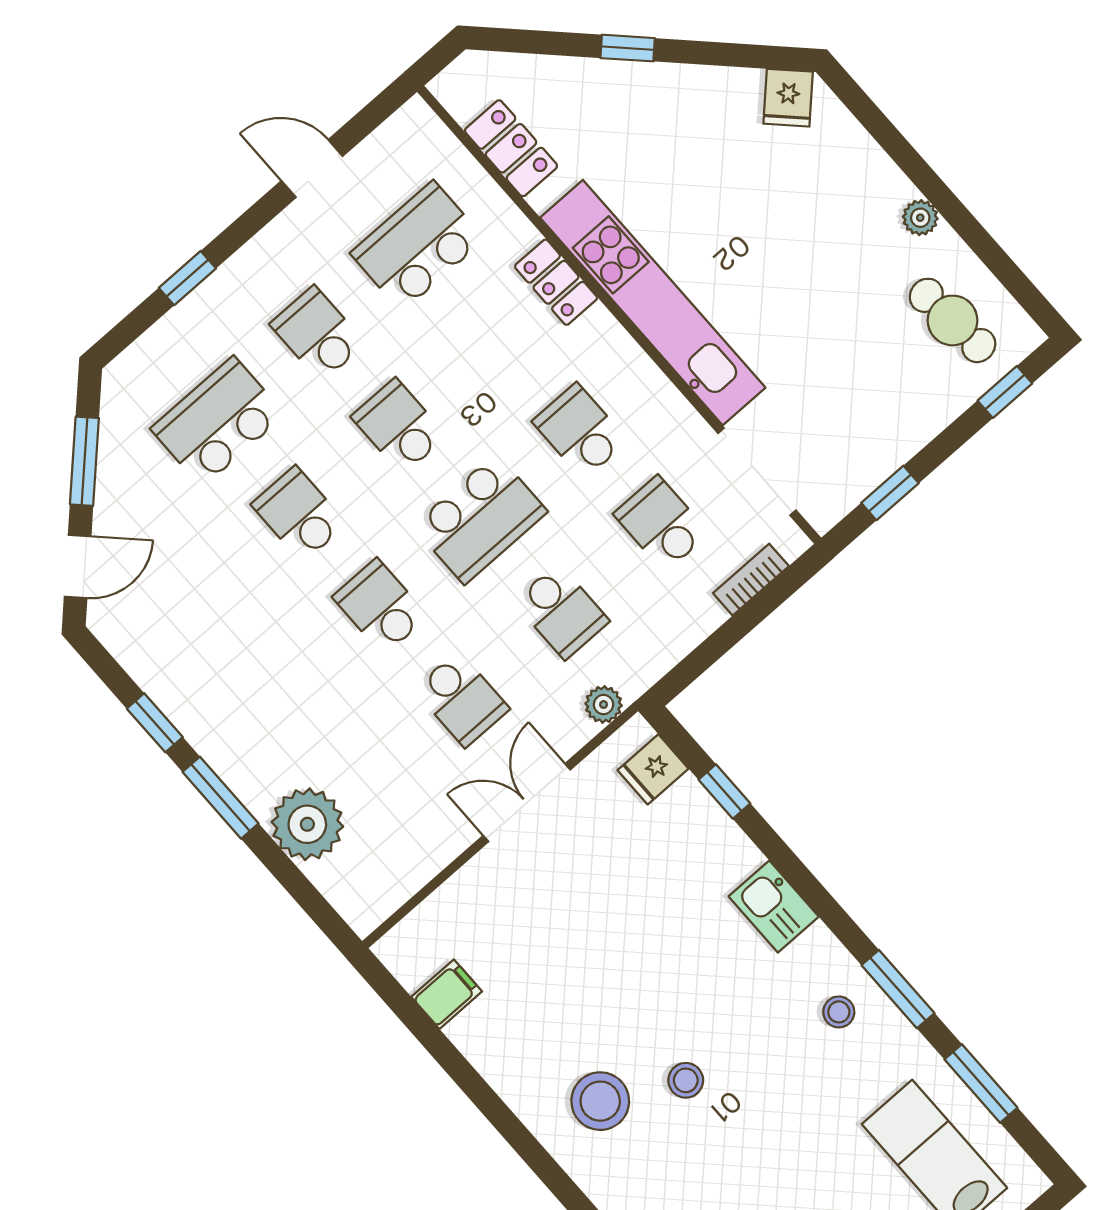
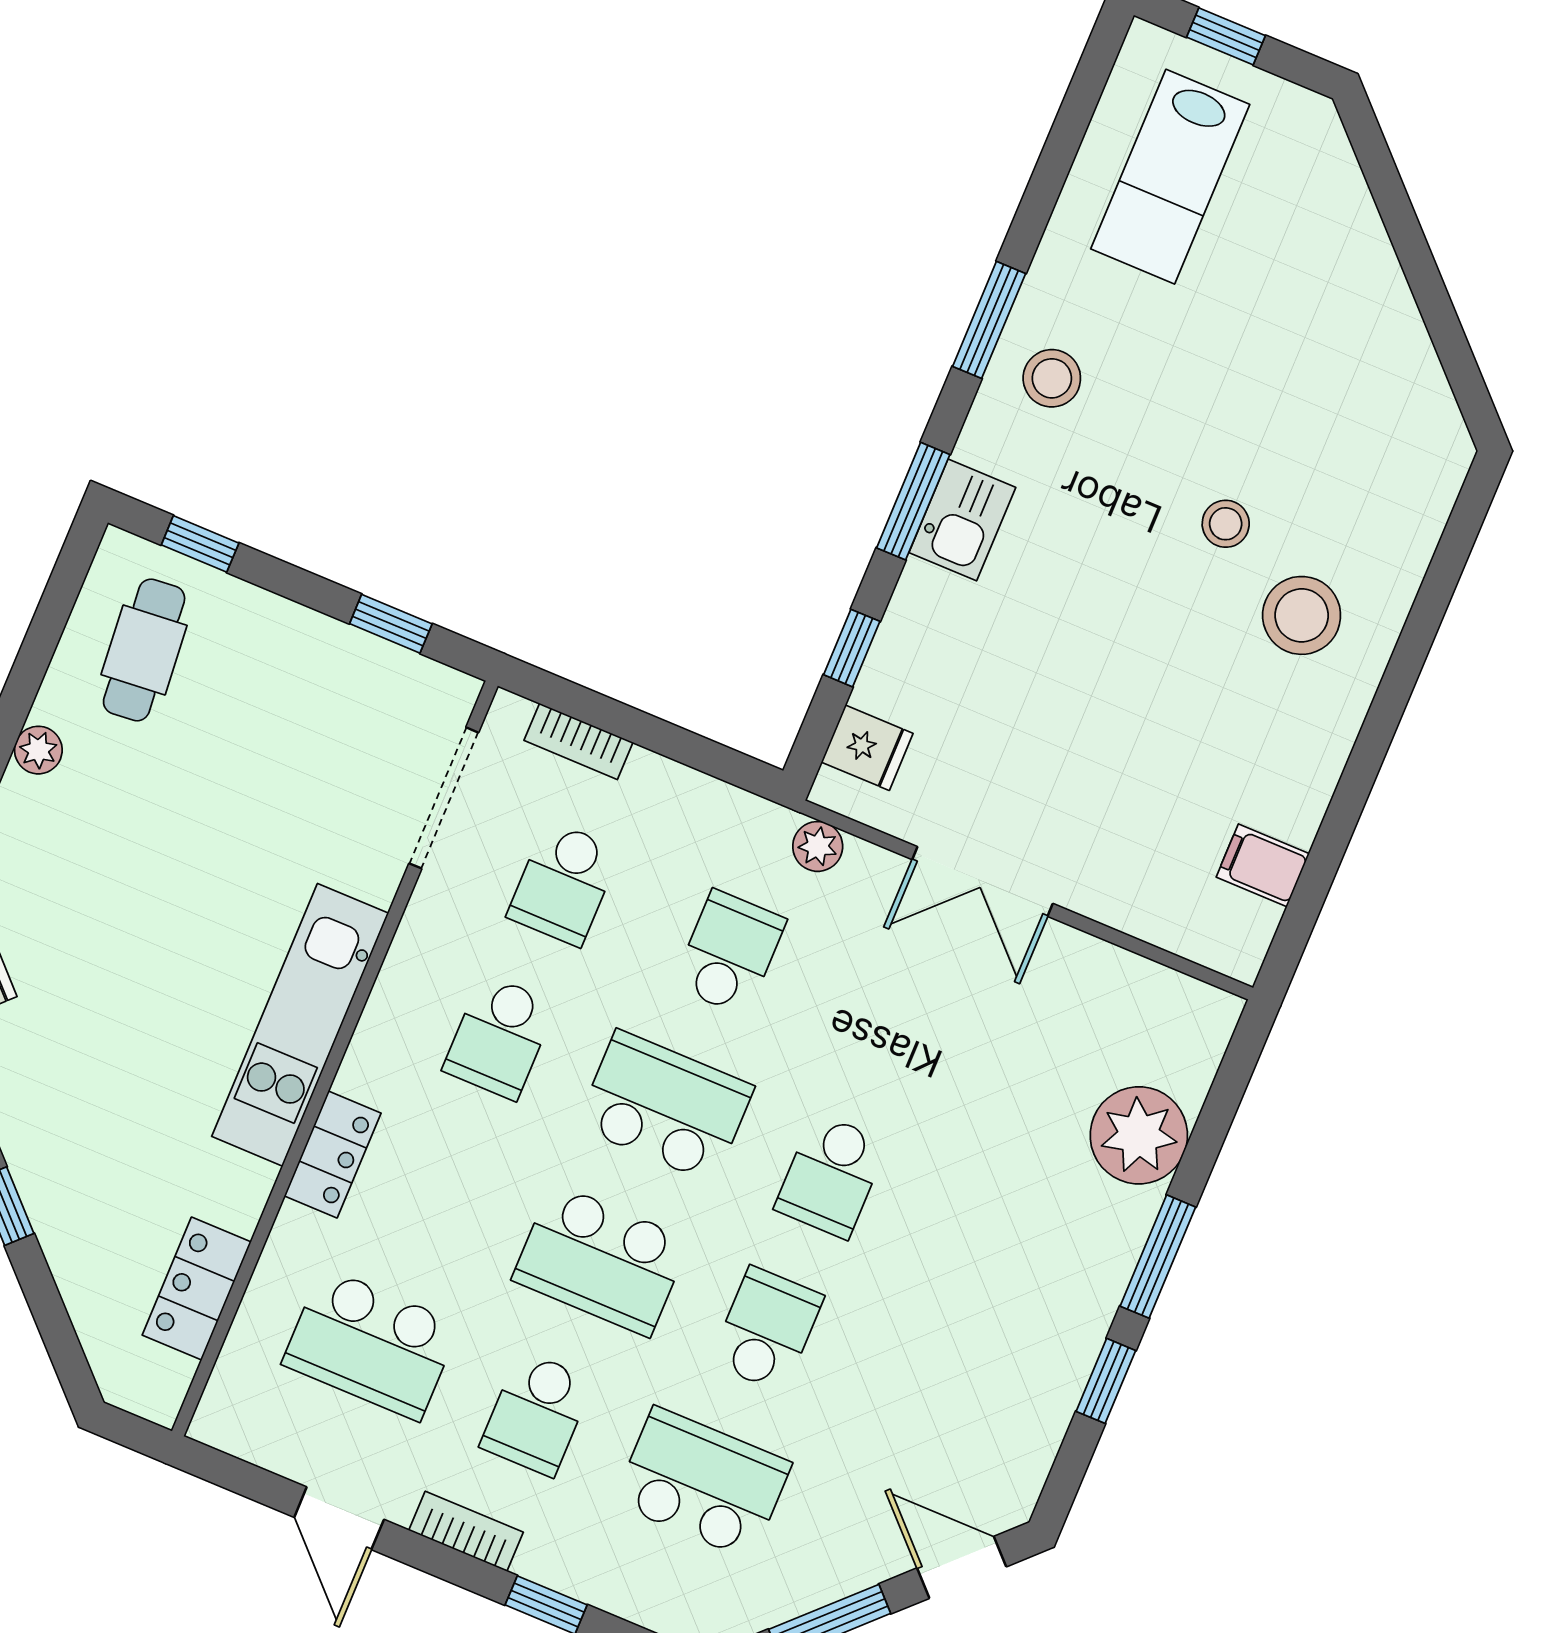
bookcase: (262, 249) -> (466, 1531), added
kitchen unit: (653, 303) -> (300, 1025), width x0.73
school desk: (218, 422) -> (703, 1483), turned 180
school desk: (399, 426) -> (601, 1260), width x1.85
school desk: (299, 514) -> (767, 1329), turned 180
school desk: (462, 699) -> (895, 1022), removed
stool: (839, 1012) -> (1052, 378), width x1.37, depth x1.37
window: (981, 1084) -> (913, 501), moved

